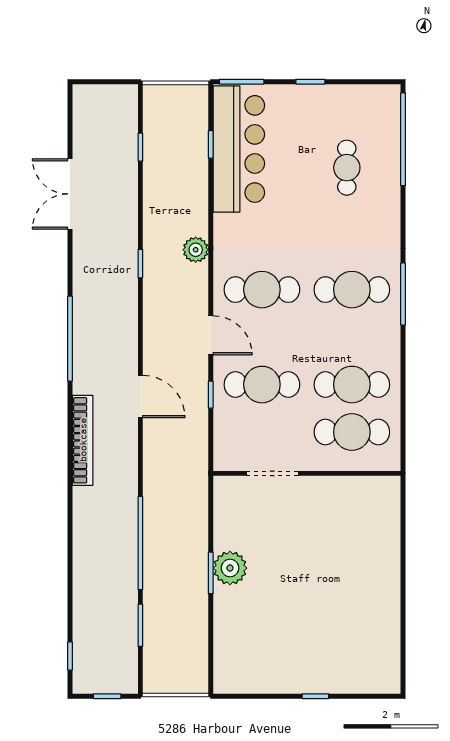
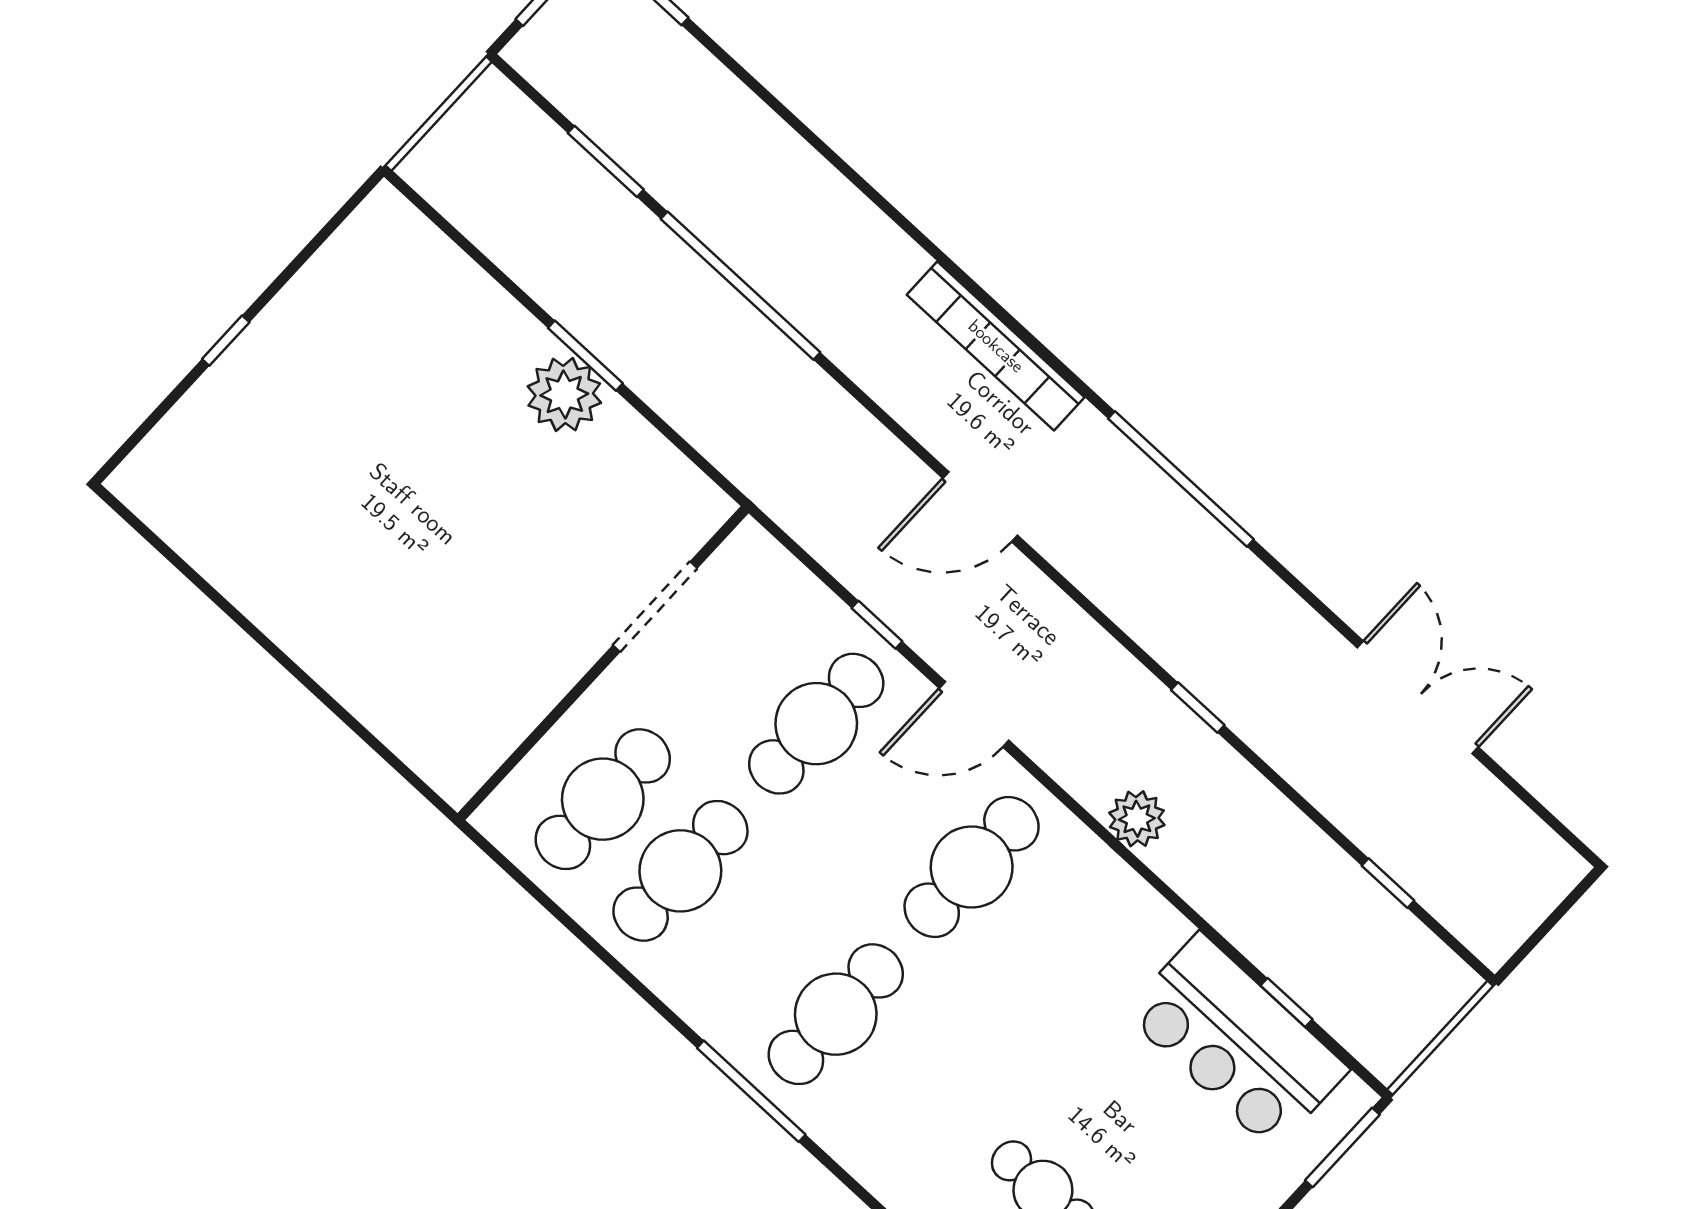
bar counter: (239, 149) -> (1236, 1042), width x0.73

